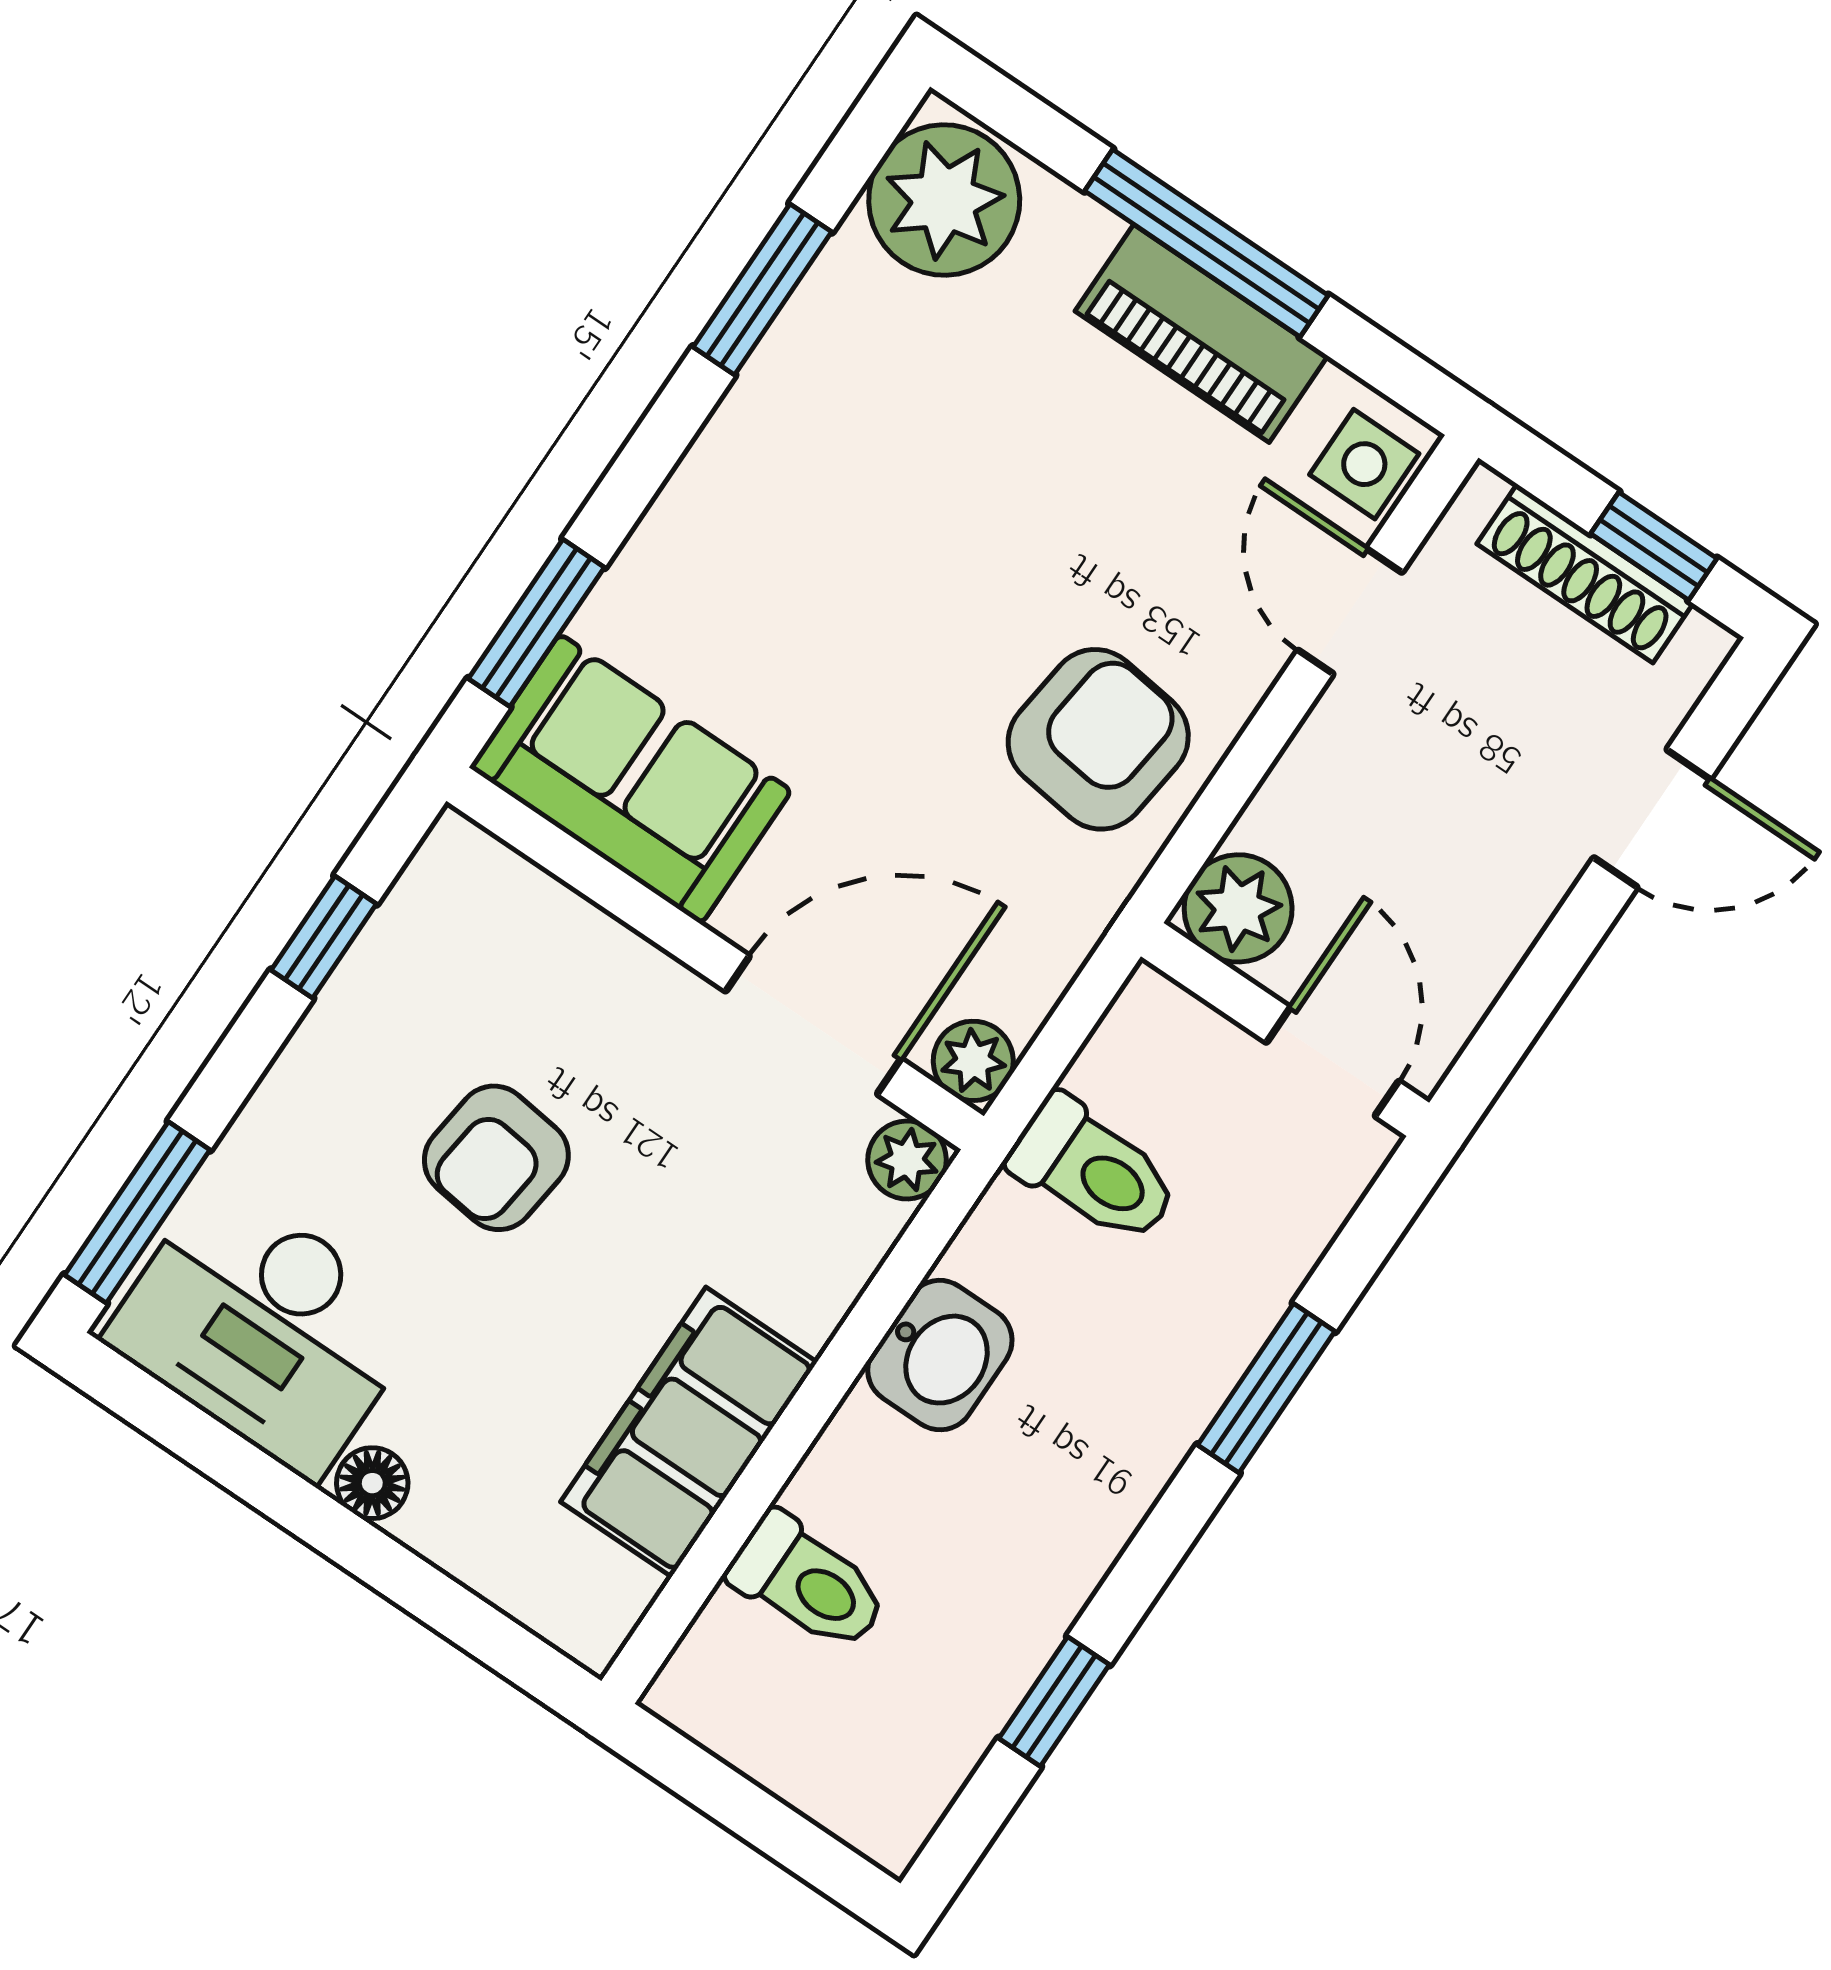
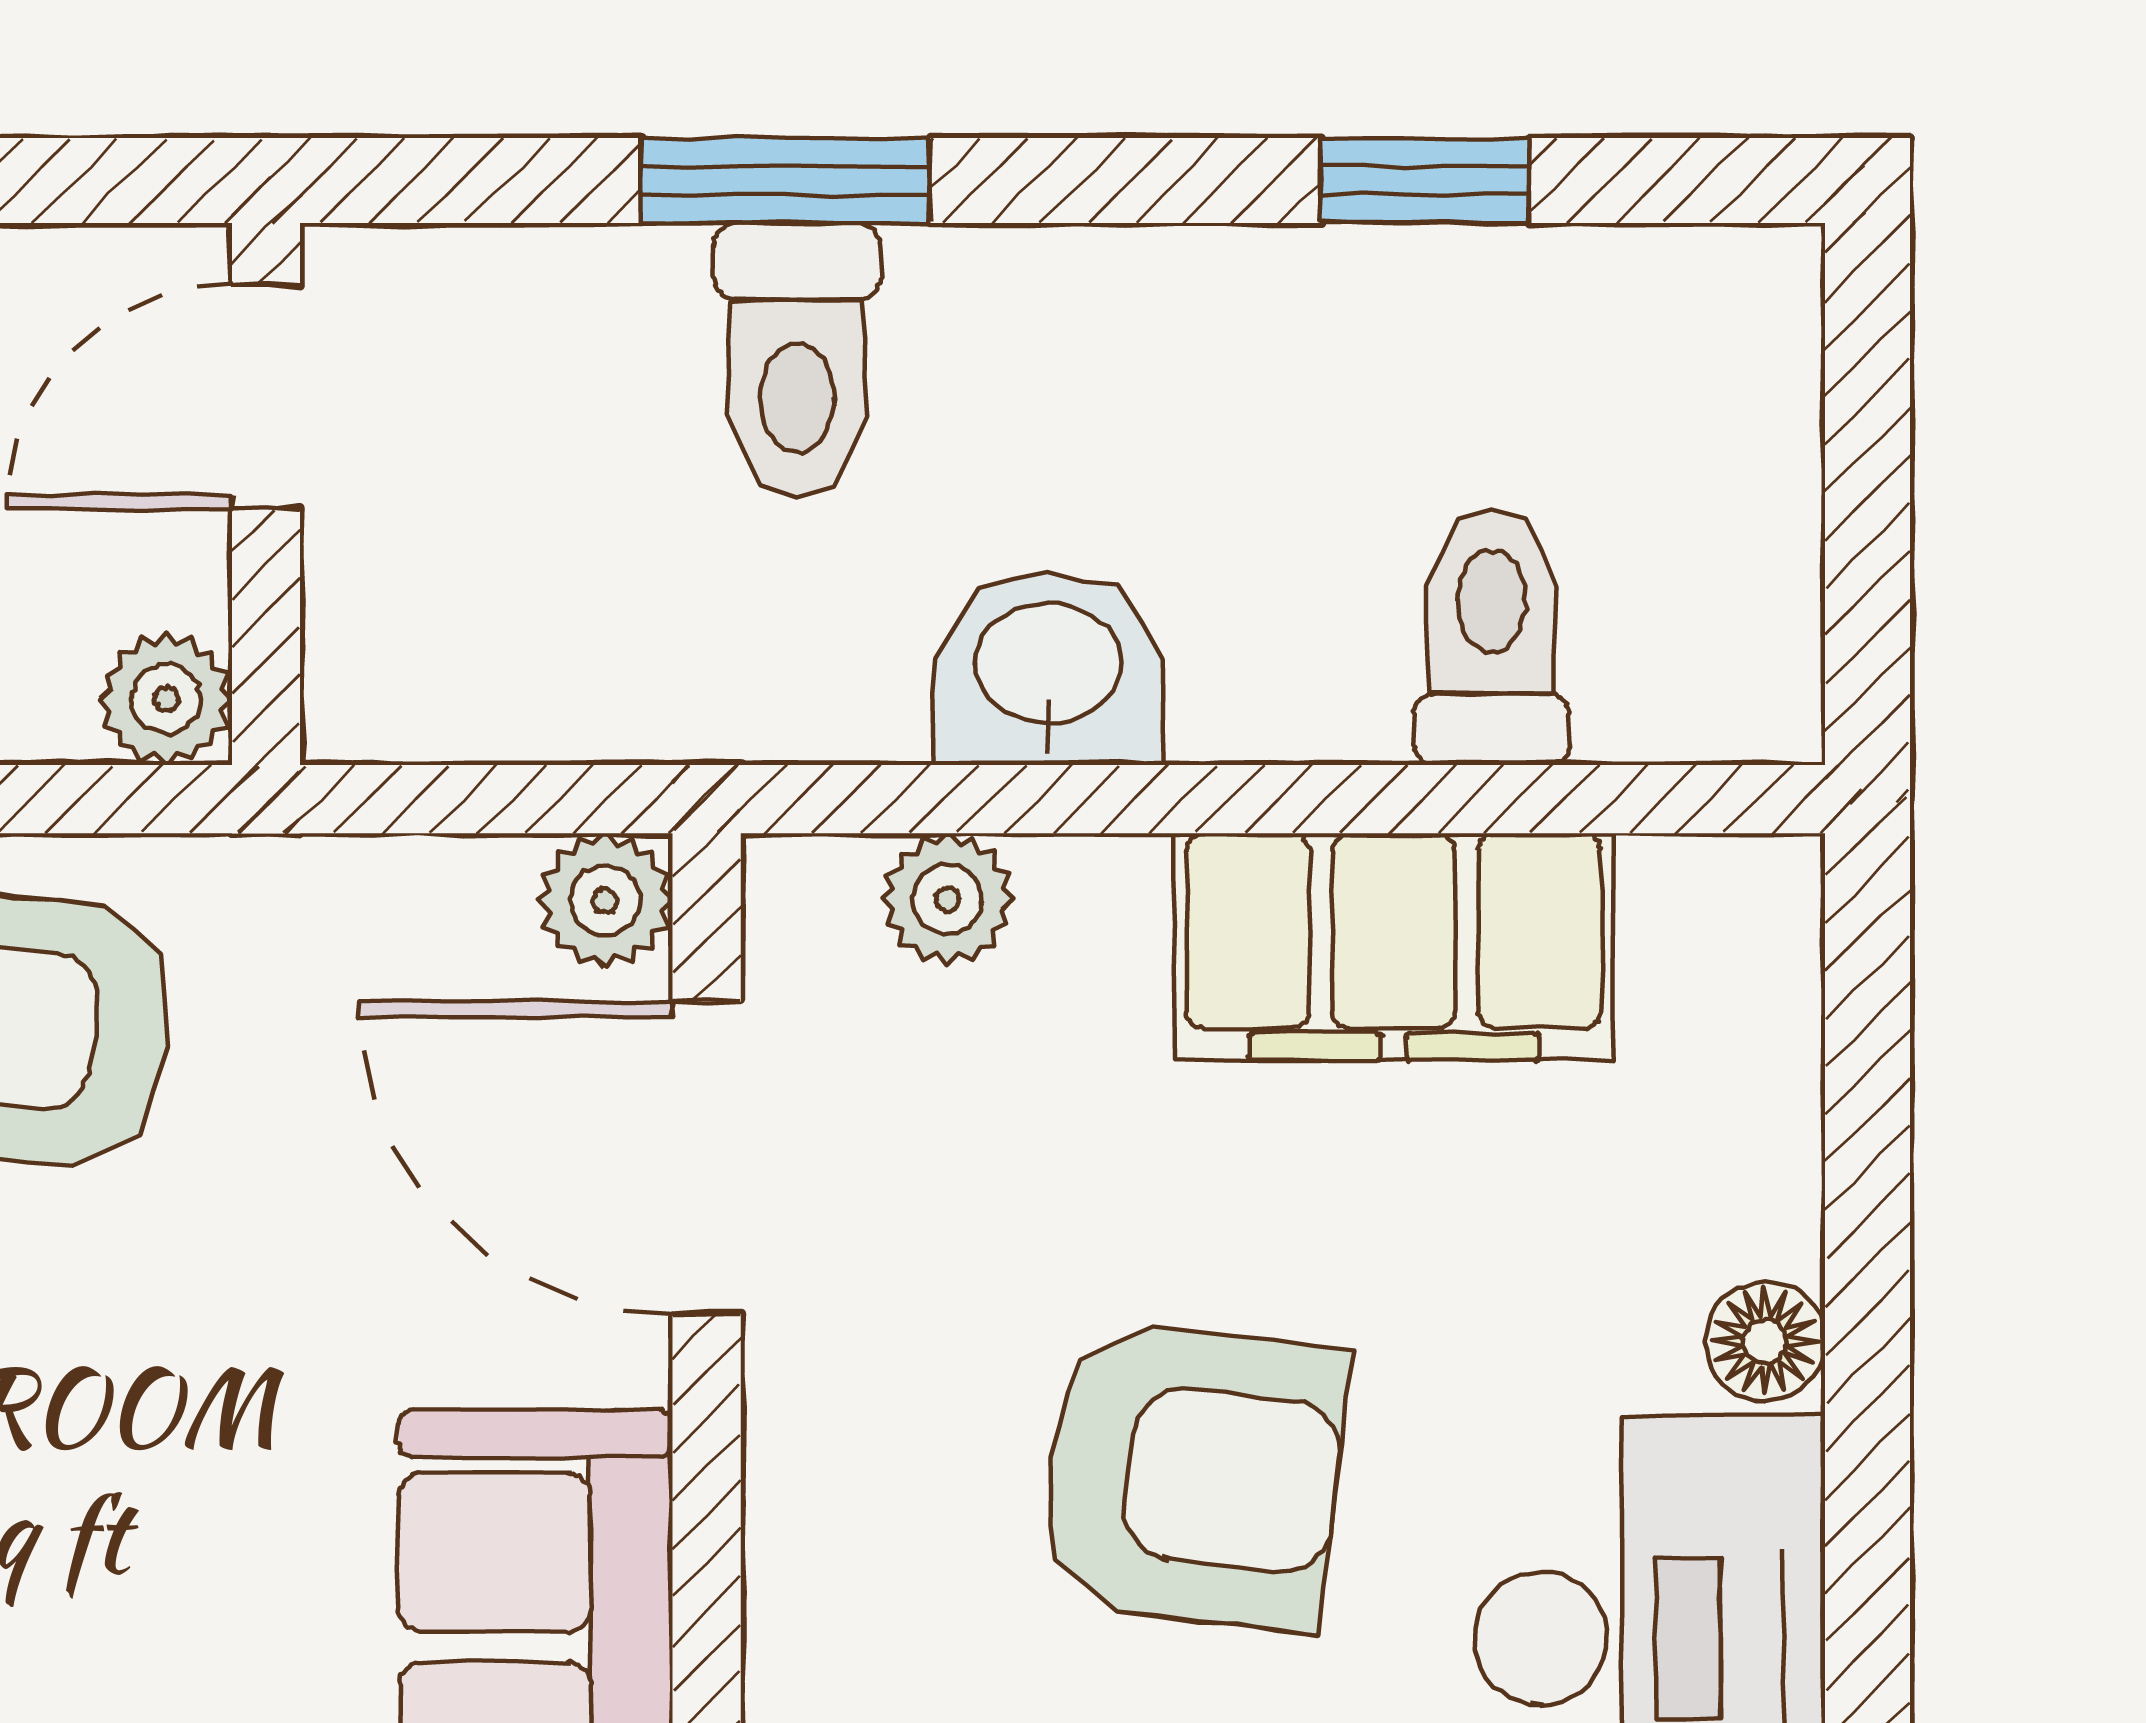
plant: (1238, 908) -> (166, 699), width x0.73, depth x0.73
armchair: (496, 1158) -> (1193, 1476), width x1.38, depth x1.38
plant: (907, 1160) -> (947, 899), moved
toilet: (1094, 1171) -> (797, 360), moved, turned 180

